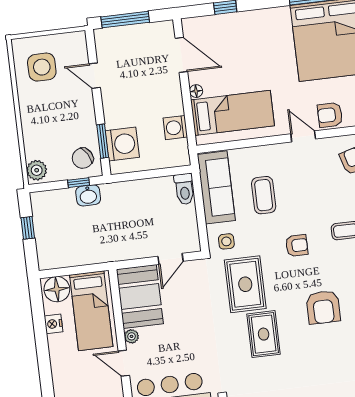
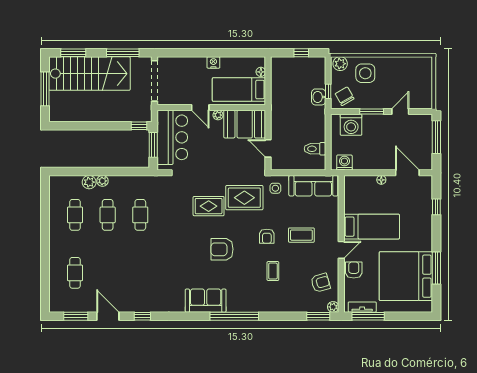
door: (181, 55) -> (407, 173), swing flipped
side table: (42, 67) -> (365, 73), moved
bed: (233, 113) -> (372, 227), moved, turned -90
washing machine: (175, 128) -> (344, 163), moved
window: (103, 141) -> (372, 111), moved
toilet: (184, 189) -> (315, 149), moved
coffee table: (264, 195) -> (301, 235), moved
floor lamp: (57, 289) -> (261, 72), width x0.53, depth x0.53
nightstand: (53, 324) -> (213, 62), moved
door: (124, 363) -> (200, 108), swing flipped

